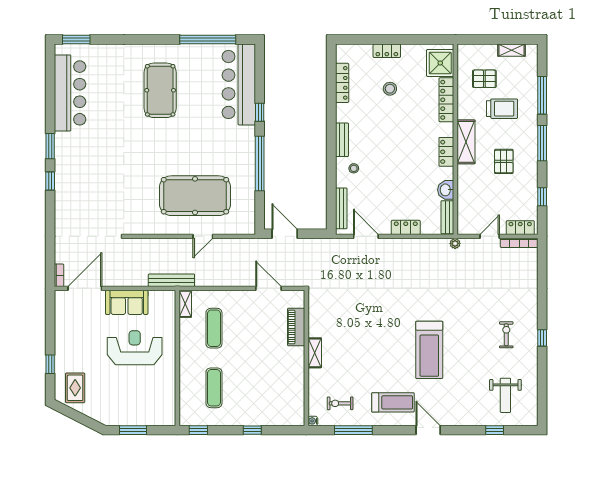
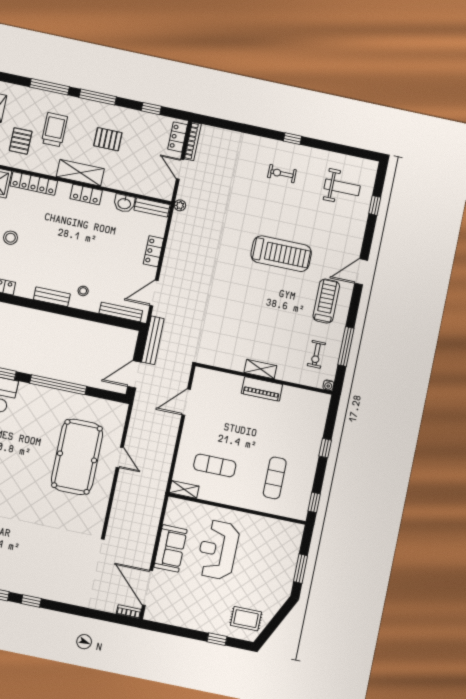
bench: (171, 280) -> (153, 340), moved
piano: (296, 327) -> (262, 389), moved
exercise mat: (214, 388) -> (275, 478), turned 90

